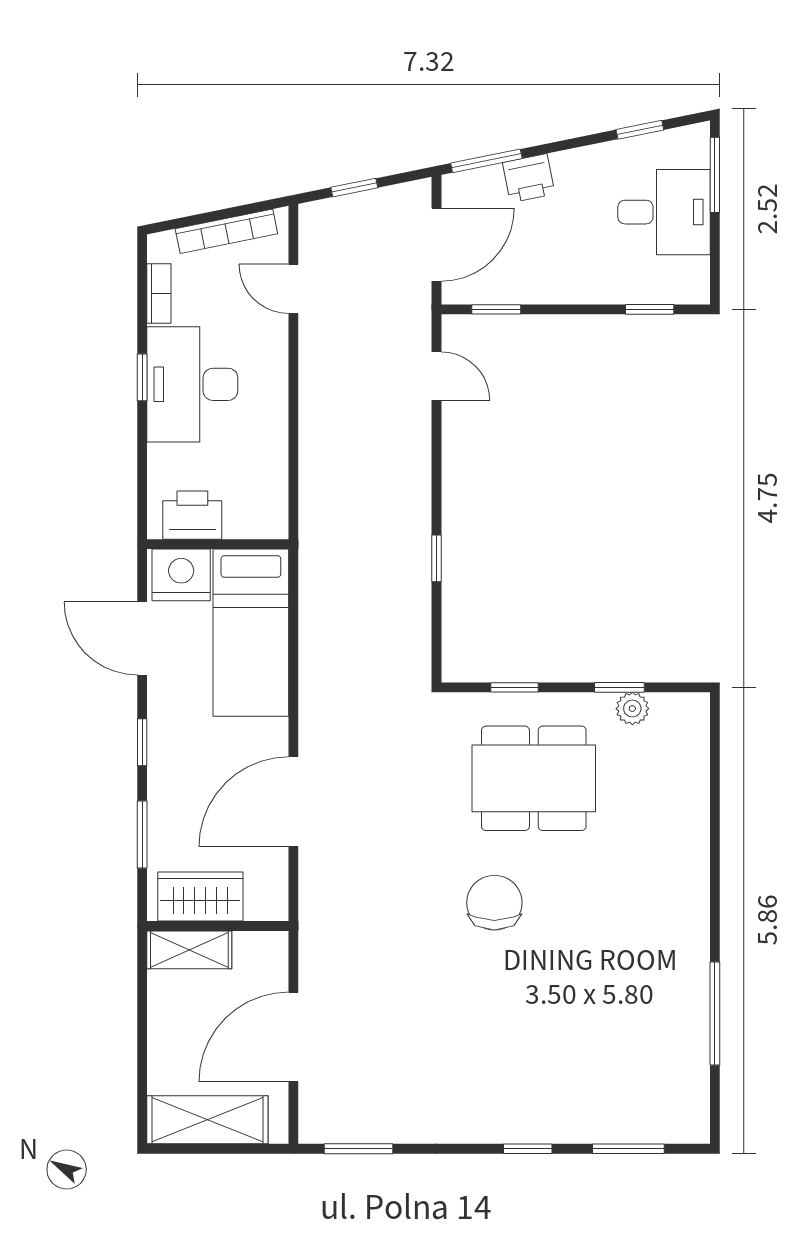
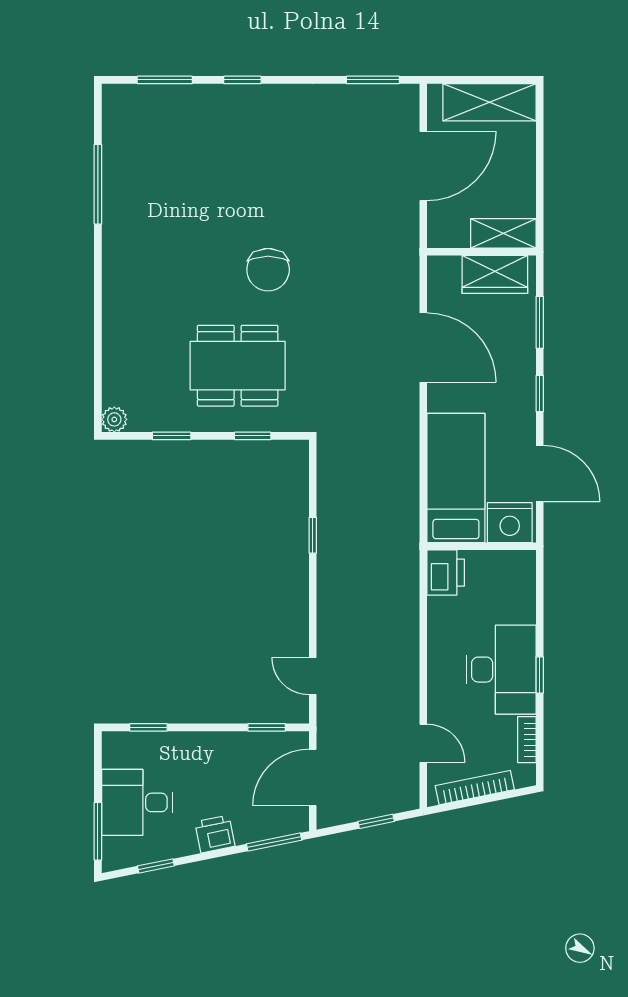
printer: (529, 178) -> (215, 834), moved
printer: (192, 515) -> (446, 573), moved, turned -90
plant: (632, 709) -> (114, 419), moved
door: (293, 802) -> (423, 348), hinge flipped

